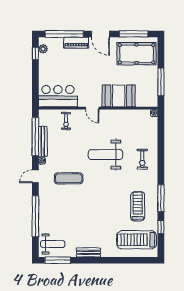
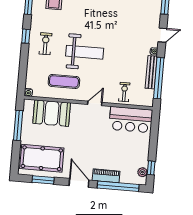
window: (134, 34) -> (43, 180), width x0.69
booth: (119, 96) -> (52, 113), moved
door: (92, 108) -> (95, 103), hinge flipped
window: (161, 165) -> (26, 36), added
exercise mat: (69, 178) -> (64, 81), moved

